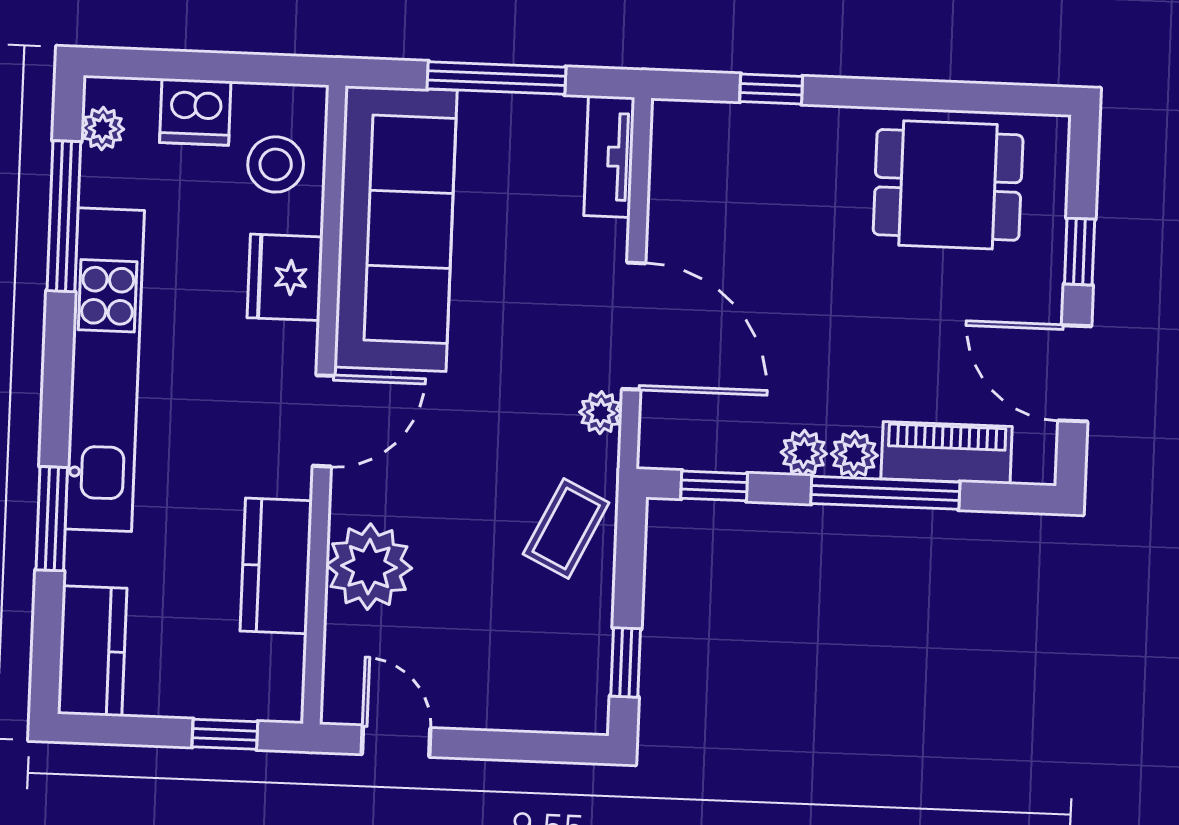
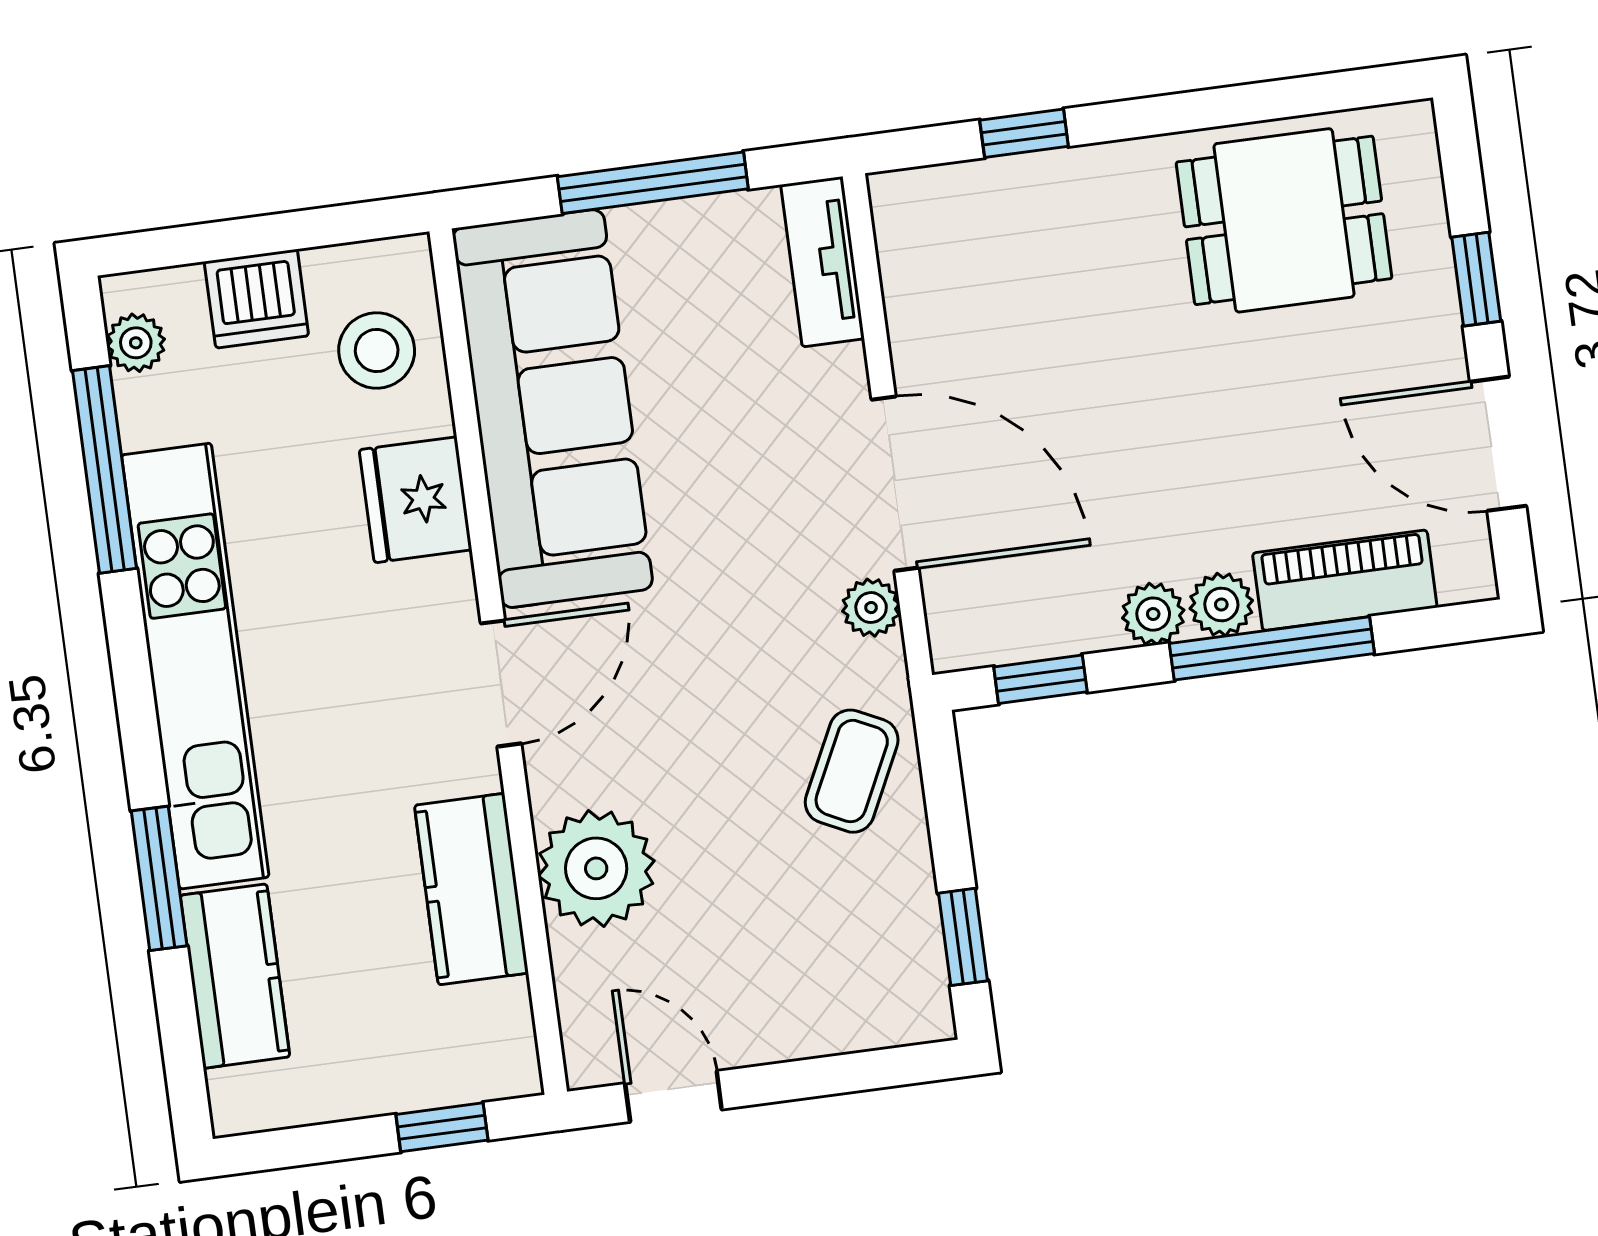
kitchen counter: (92, 651) -> (235, 976), moved

